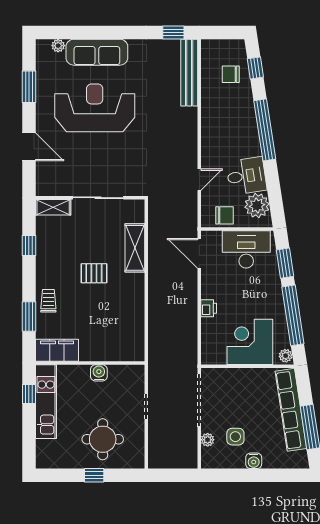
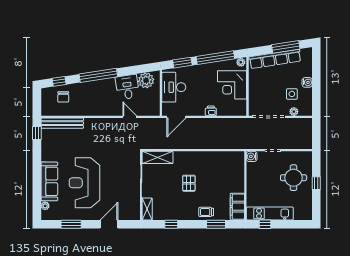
chair: (224, 215) -> (152, 101), removed
shelving: (135, 248) -> (157, 157), moved
water cooler: (99, 373) -> (252, 156), moved

